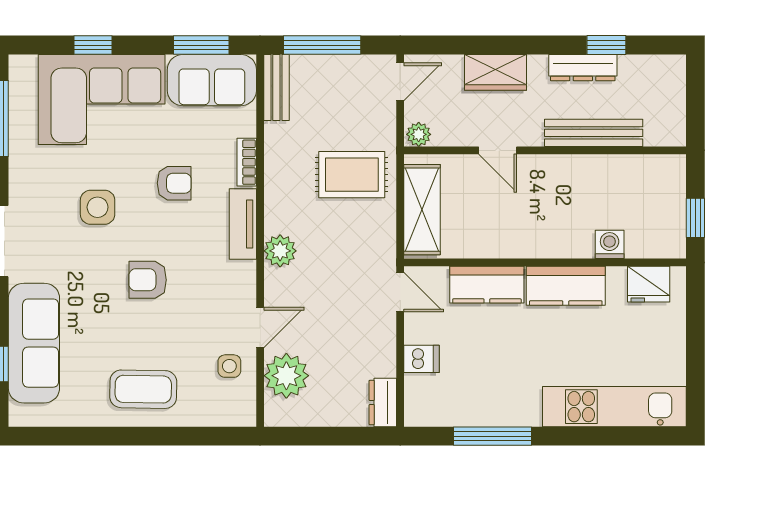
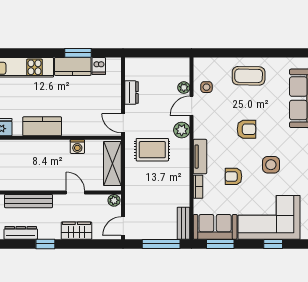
window: (606, 45) -> (45, 244), moved
dresser: (583, 68) -> (21, 233), moved
rug: (352, 175) -> (152, 150), moved
washing machine: (610, 244) -> (77, 147), moved
plant: (280, 251) -> (182, 130), moved
kitchen counter: (487, 285) -> (73, 66), moved, turned 180
dishwasher: (422, 359) -> (99, 66), moved, turned -90
plant: (286, 376) -> (184, 88), width x0.53, depth x0.53
dresser: (383, 403) -> (132, 93), moved
window: (493, 436) -> (78, 53), width x0.69

